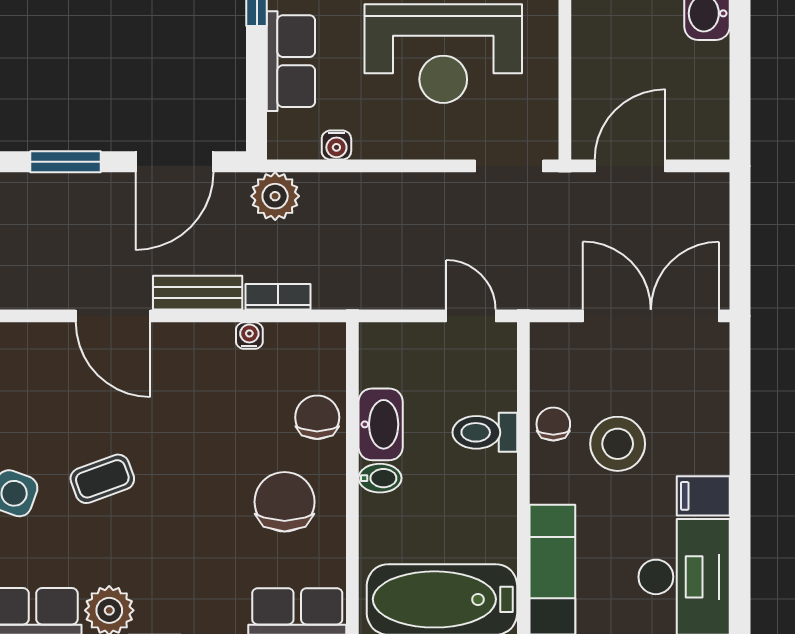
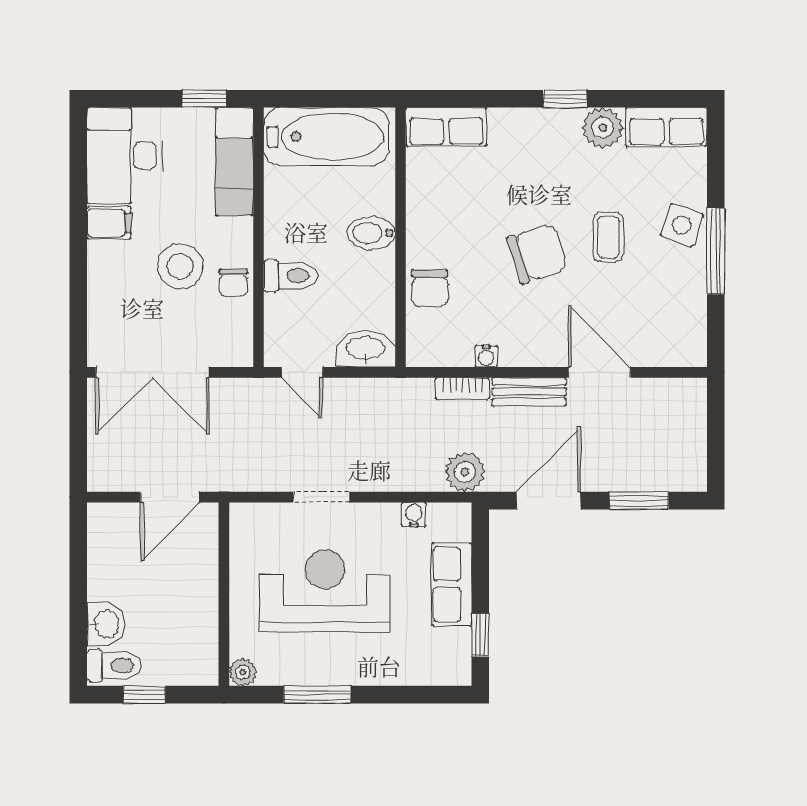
doorway: (509, 166) -> (321, 497), moved
washbasin: (381, 424) -> (365, 349), moved, turned 90
bidet: (380, 478) -> (371, 233), width x1.38, depth x1.36
coffee table: (102, 479) -> (608, 237), turned -70
chair: (285, 502) -> (537, 254), moved, turned -108

